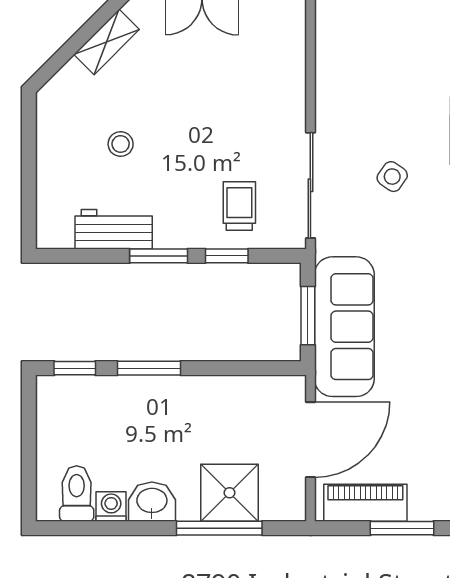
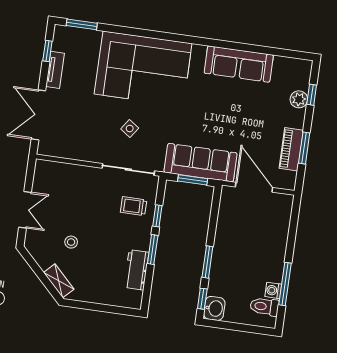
shelving: (107, 42) -> (59, 281), moved
stool: (121, 144) -> (71, 242), moved
shower: (230, 493) -> (275, 231), removed
washbasin: (152, 502) -> (214, 308), moved, turned 180
piano: (365, 503) -> (291, 149), moved
window: (219, 528) -> (285, 284), moved

